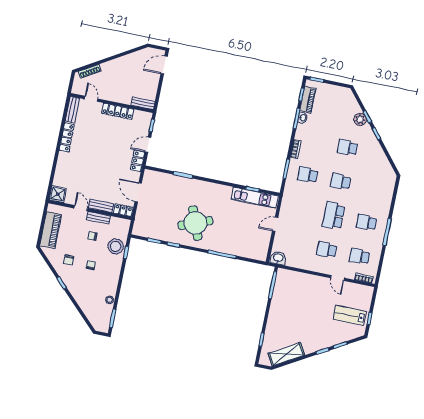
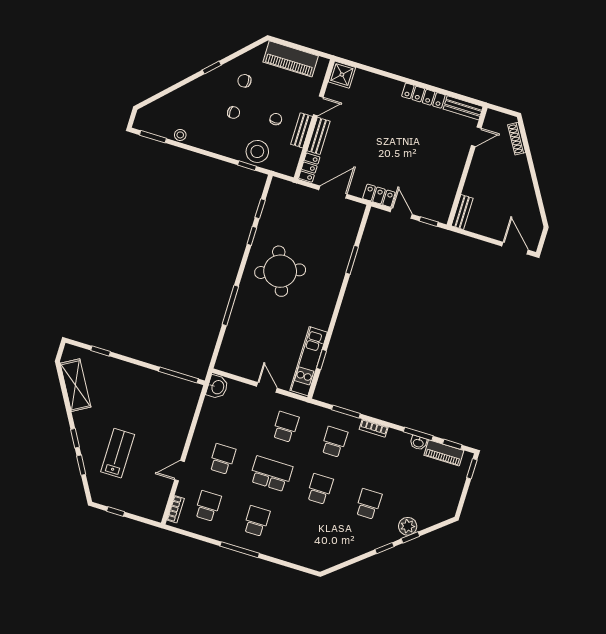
locker: (118, 111) -> (454, 174), removed
school desk: (301, 209) -> (286, 427), added
lab bench: (350, 315) -> (118, 453), moved

